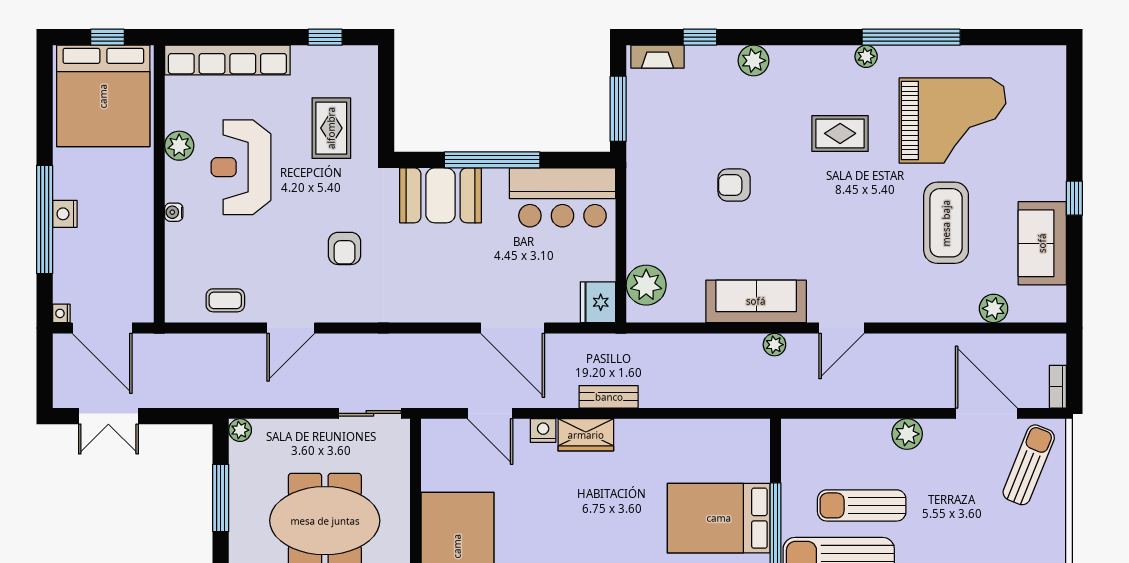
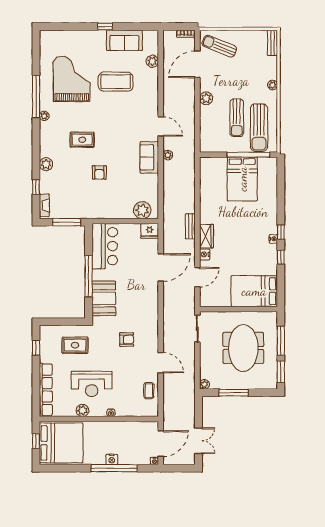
rug: (840, 133) -> (82, 140), moved, turned 90
sofa: (756, 301) -> (149, 157), width x0.73

